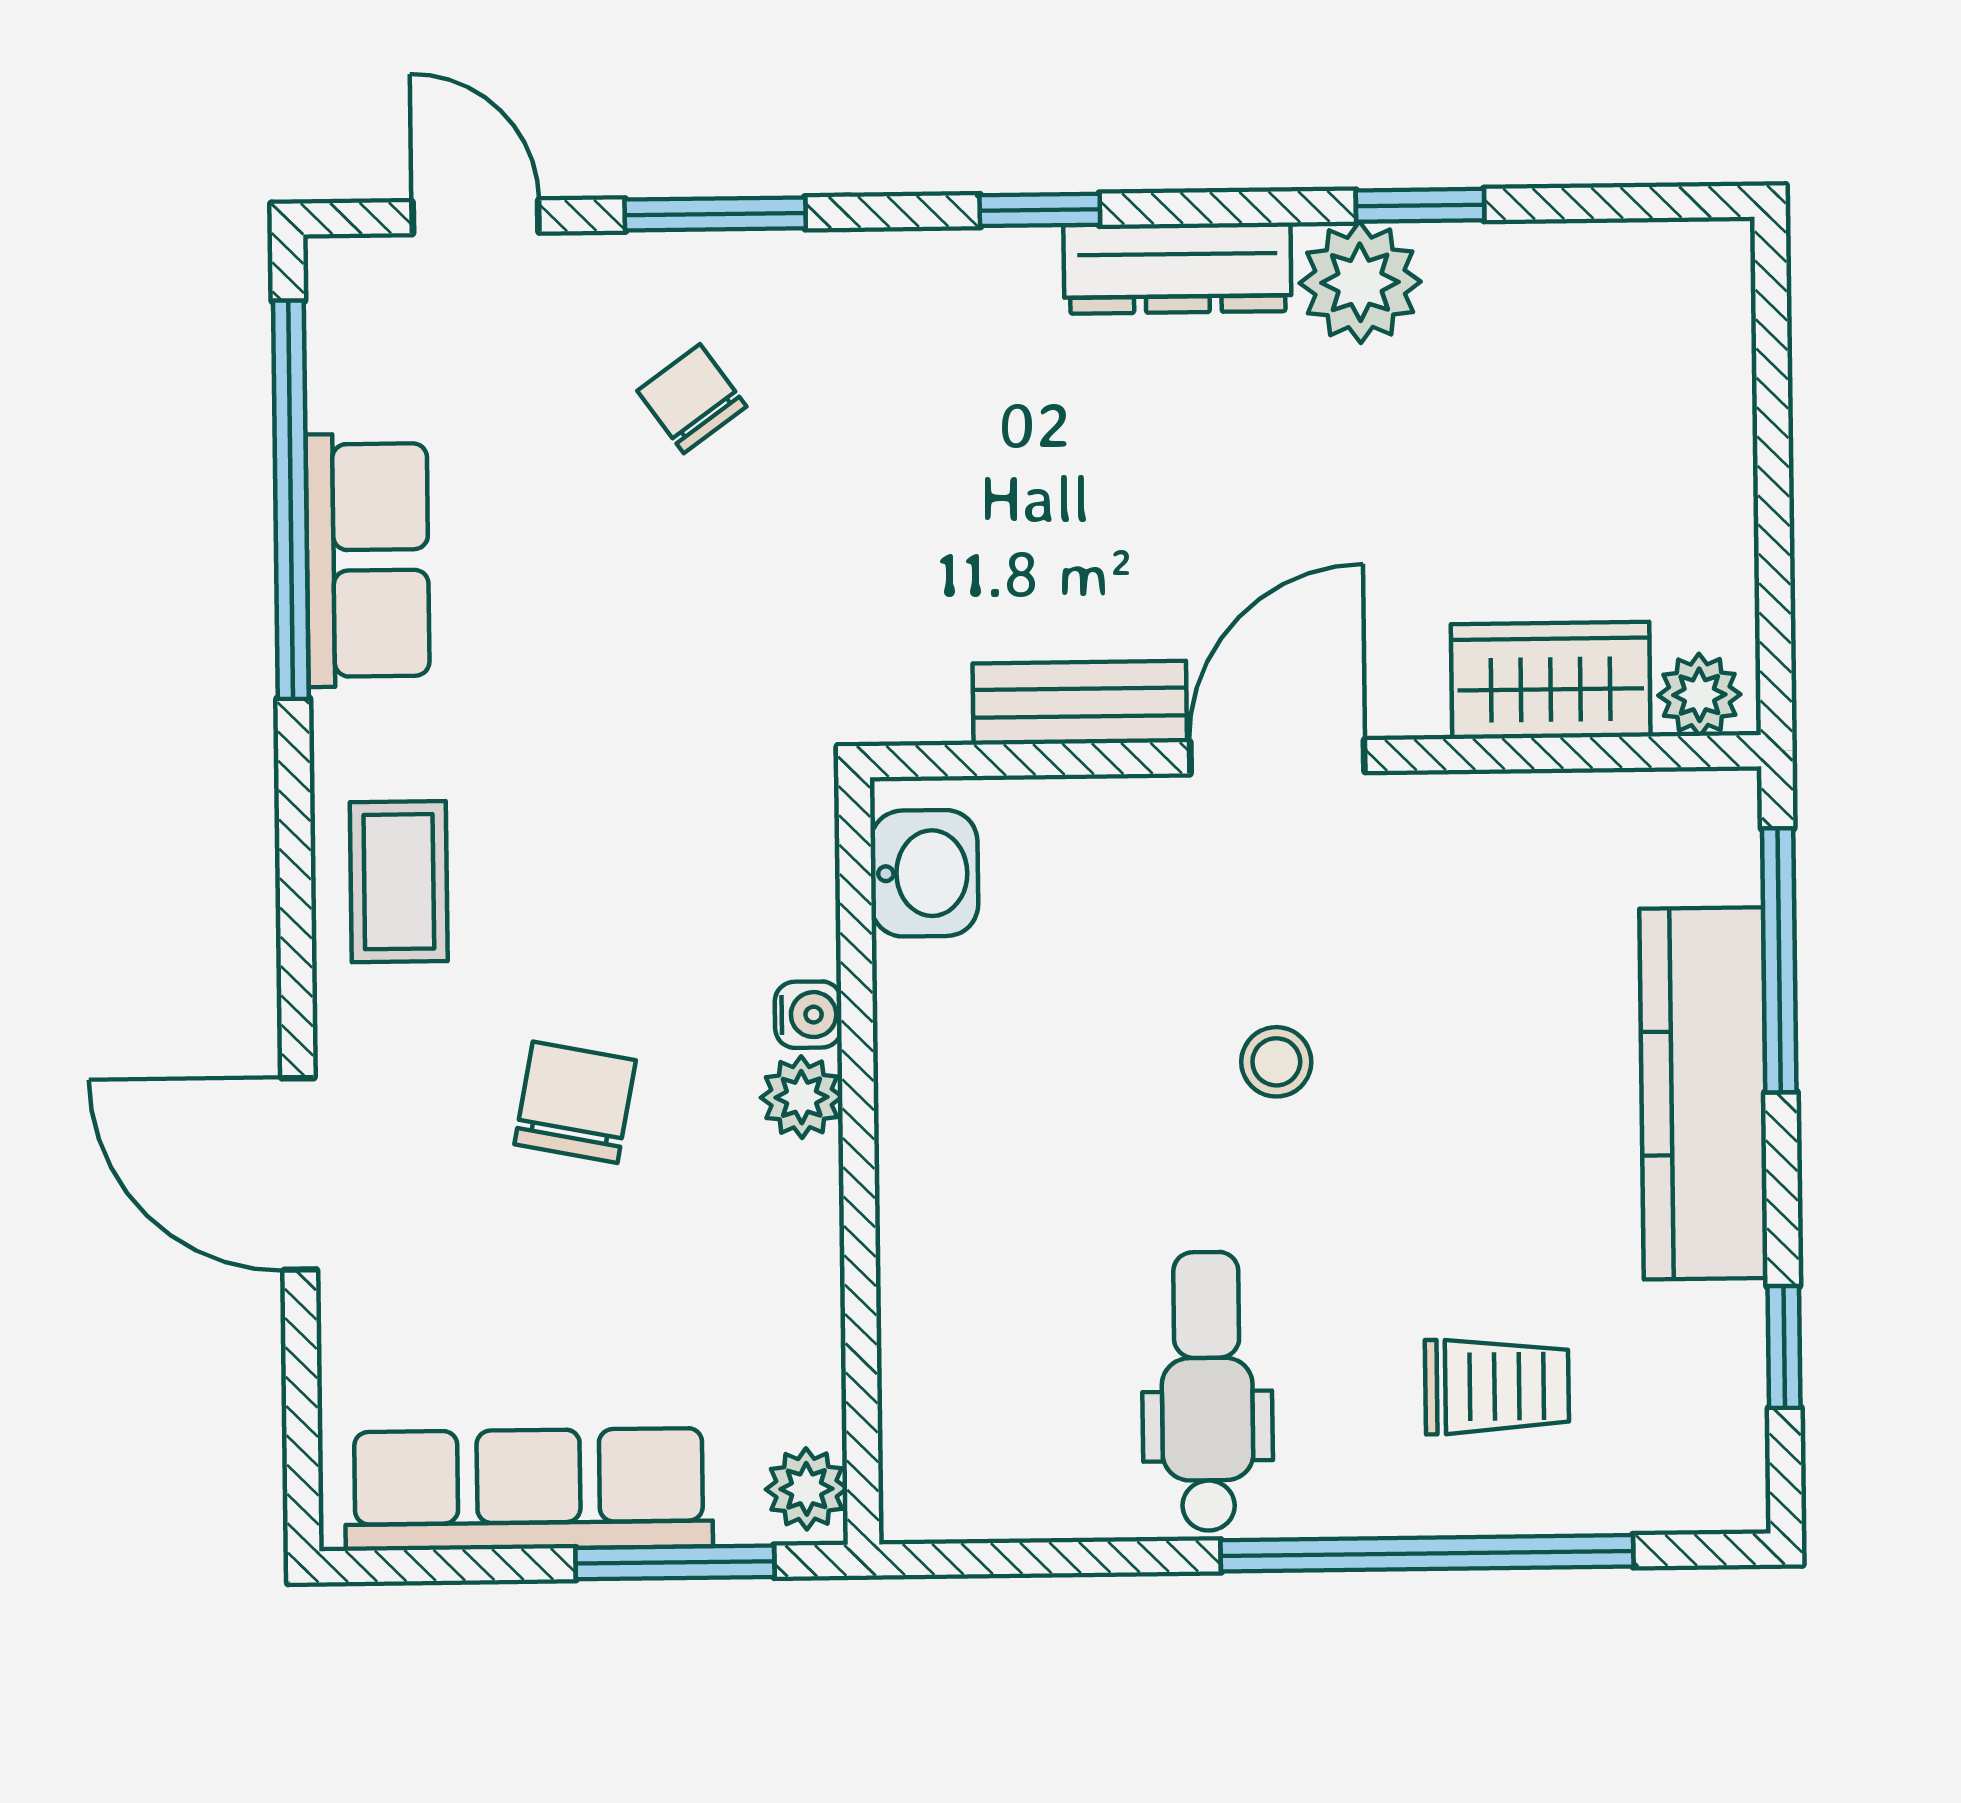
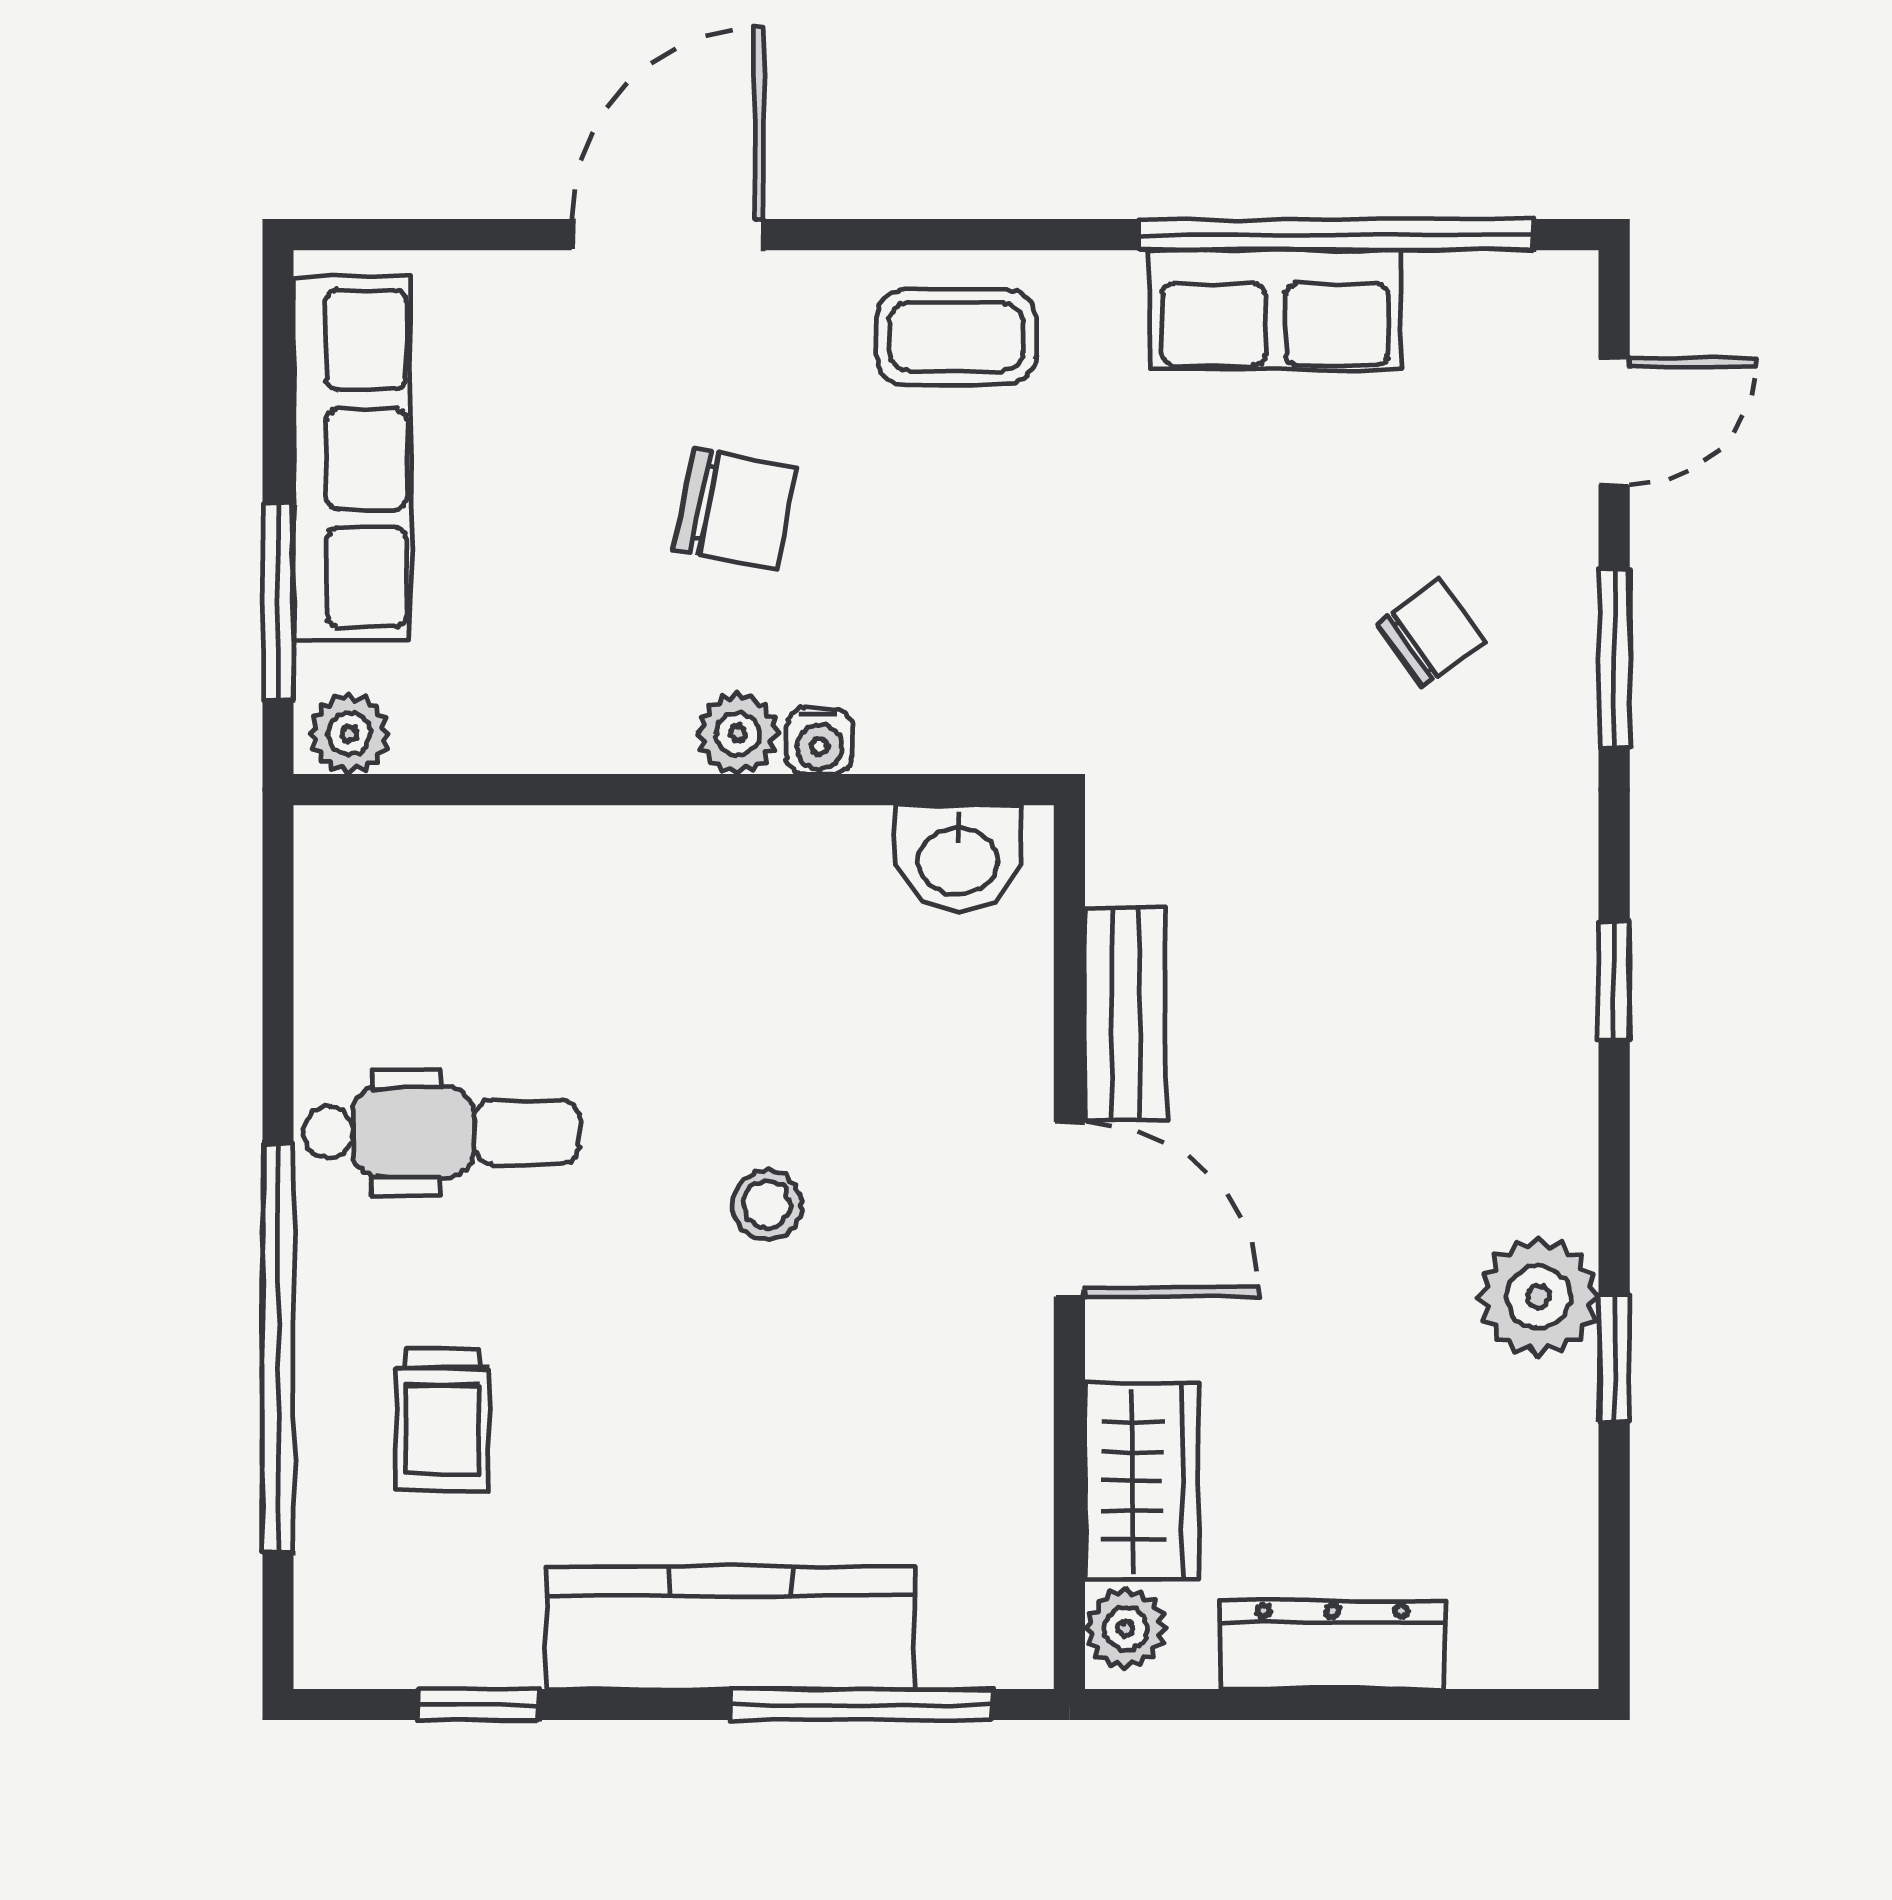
dresser: (1177, 268) -> (1332, 1645), moved, turned 90

